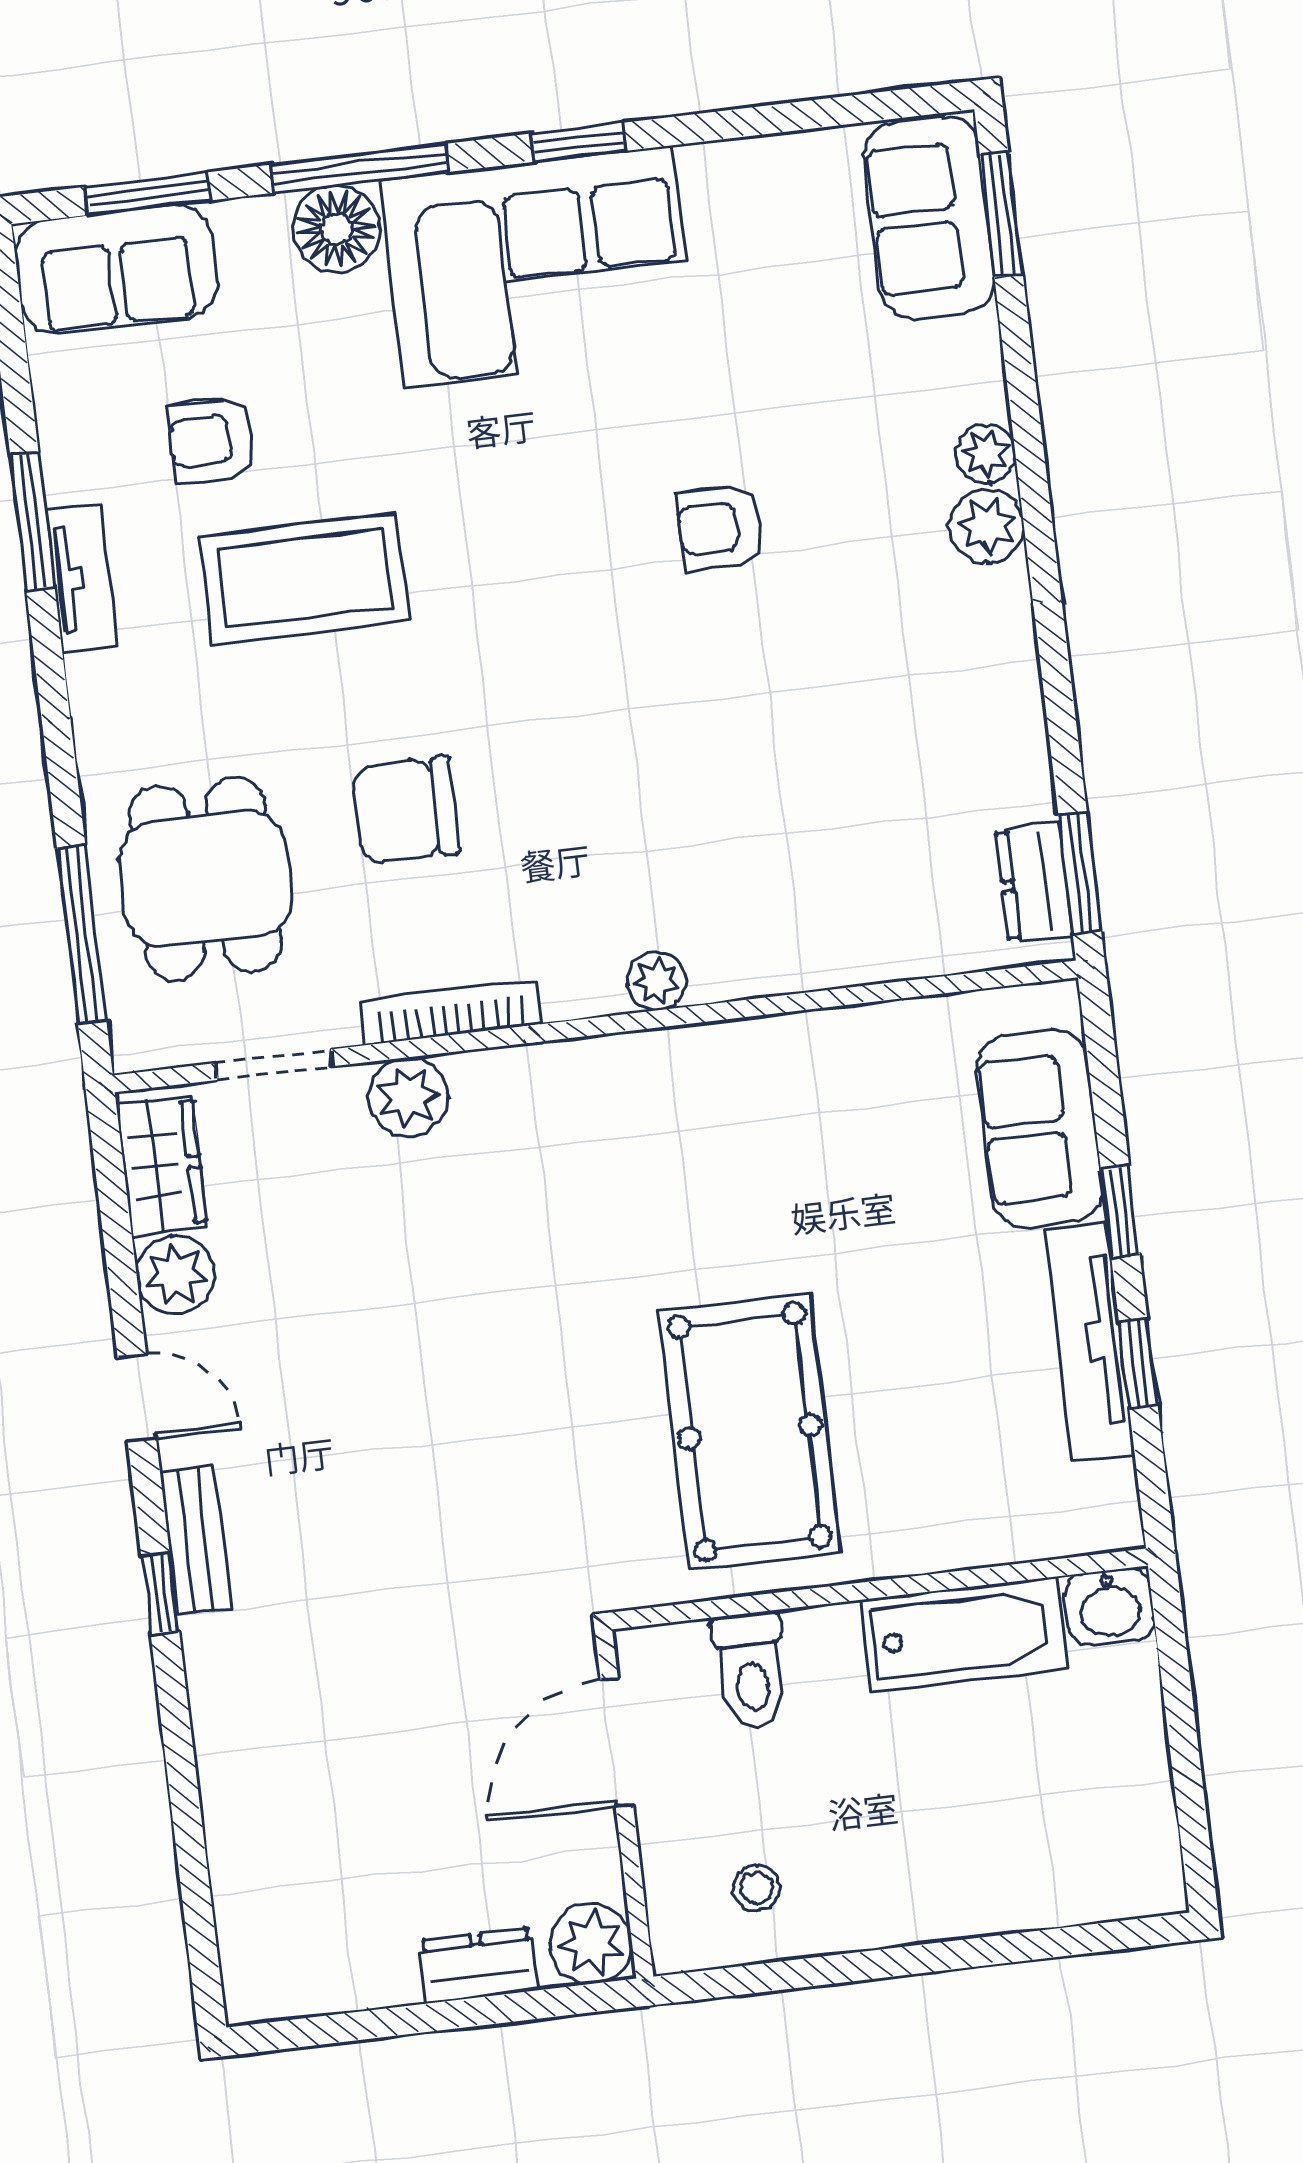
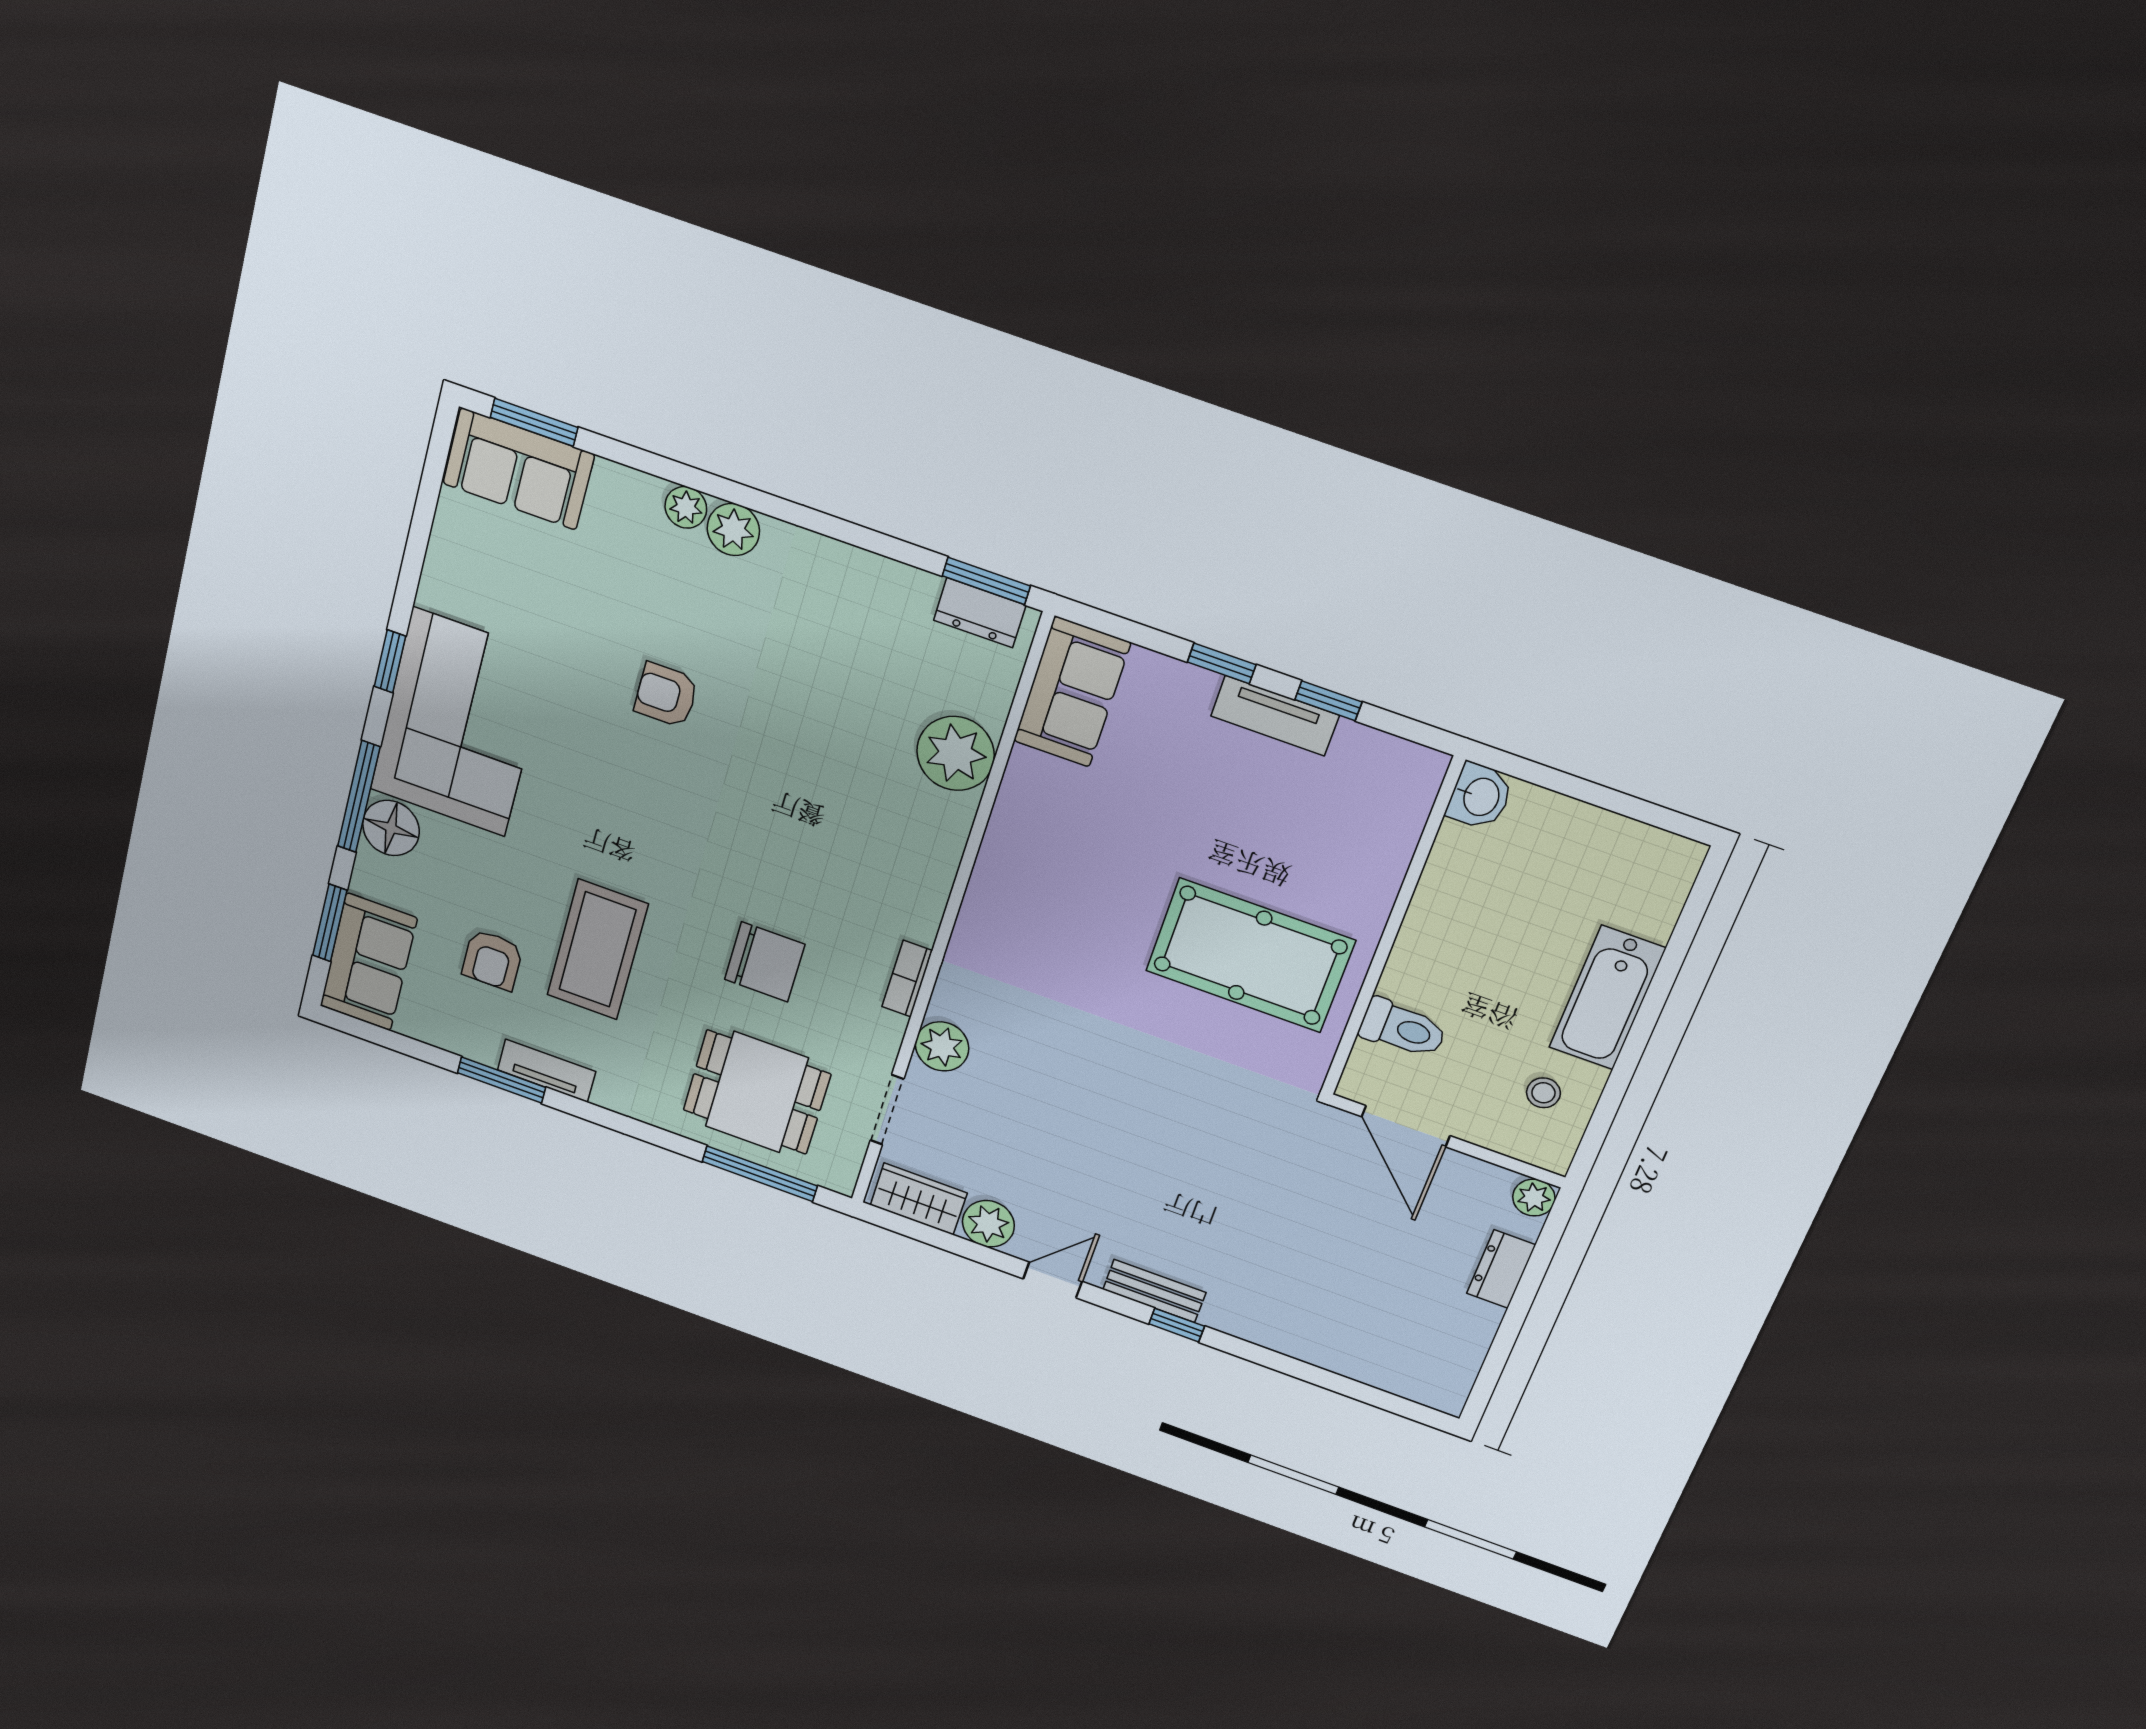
armchair: (719, 528) -> (666, 695), turned 90
chair: (406, 810) -> (765, 962), turned -90
plant: (656, 981) -> (956, 753), moved, width x1.87, depth x1.87
bookcase: (451, 1012) -> (907, 979), width x0.64
sofa: (1040, 1128) -> (1072, 692), moved, turned -90
tv unit: (1090, 1342) -> (1275, 716), width x0.71
bathtub: (964, 1634) -> (1607, 998), moved, turned 180
plant: (591, 1943) -> (1534, 1198), width x0.73, depth x0.73

